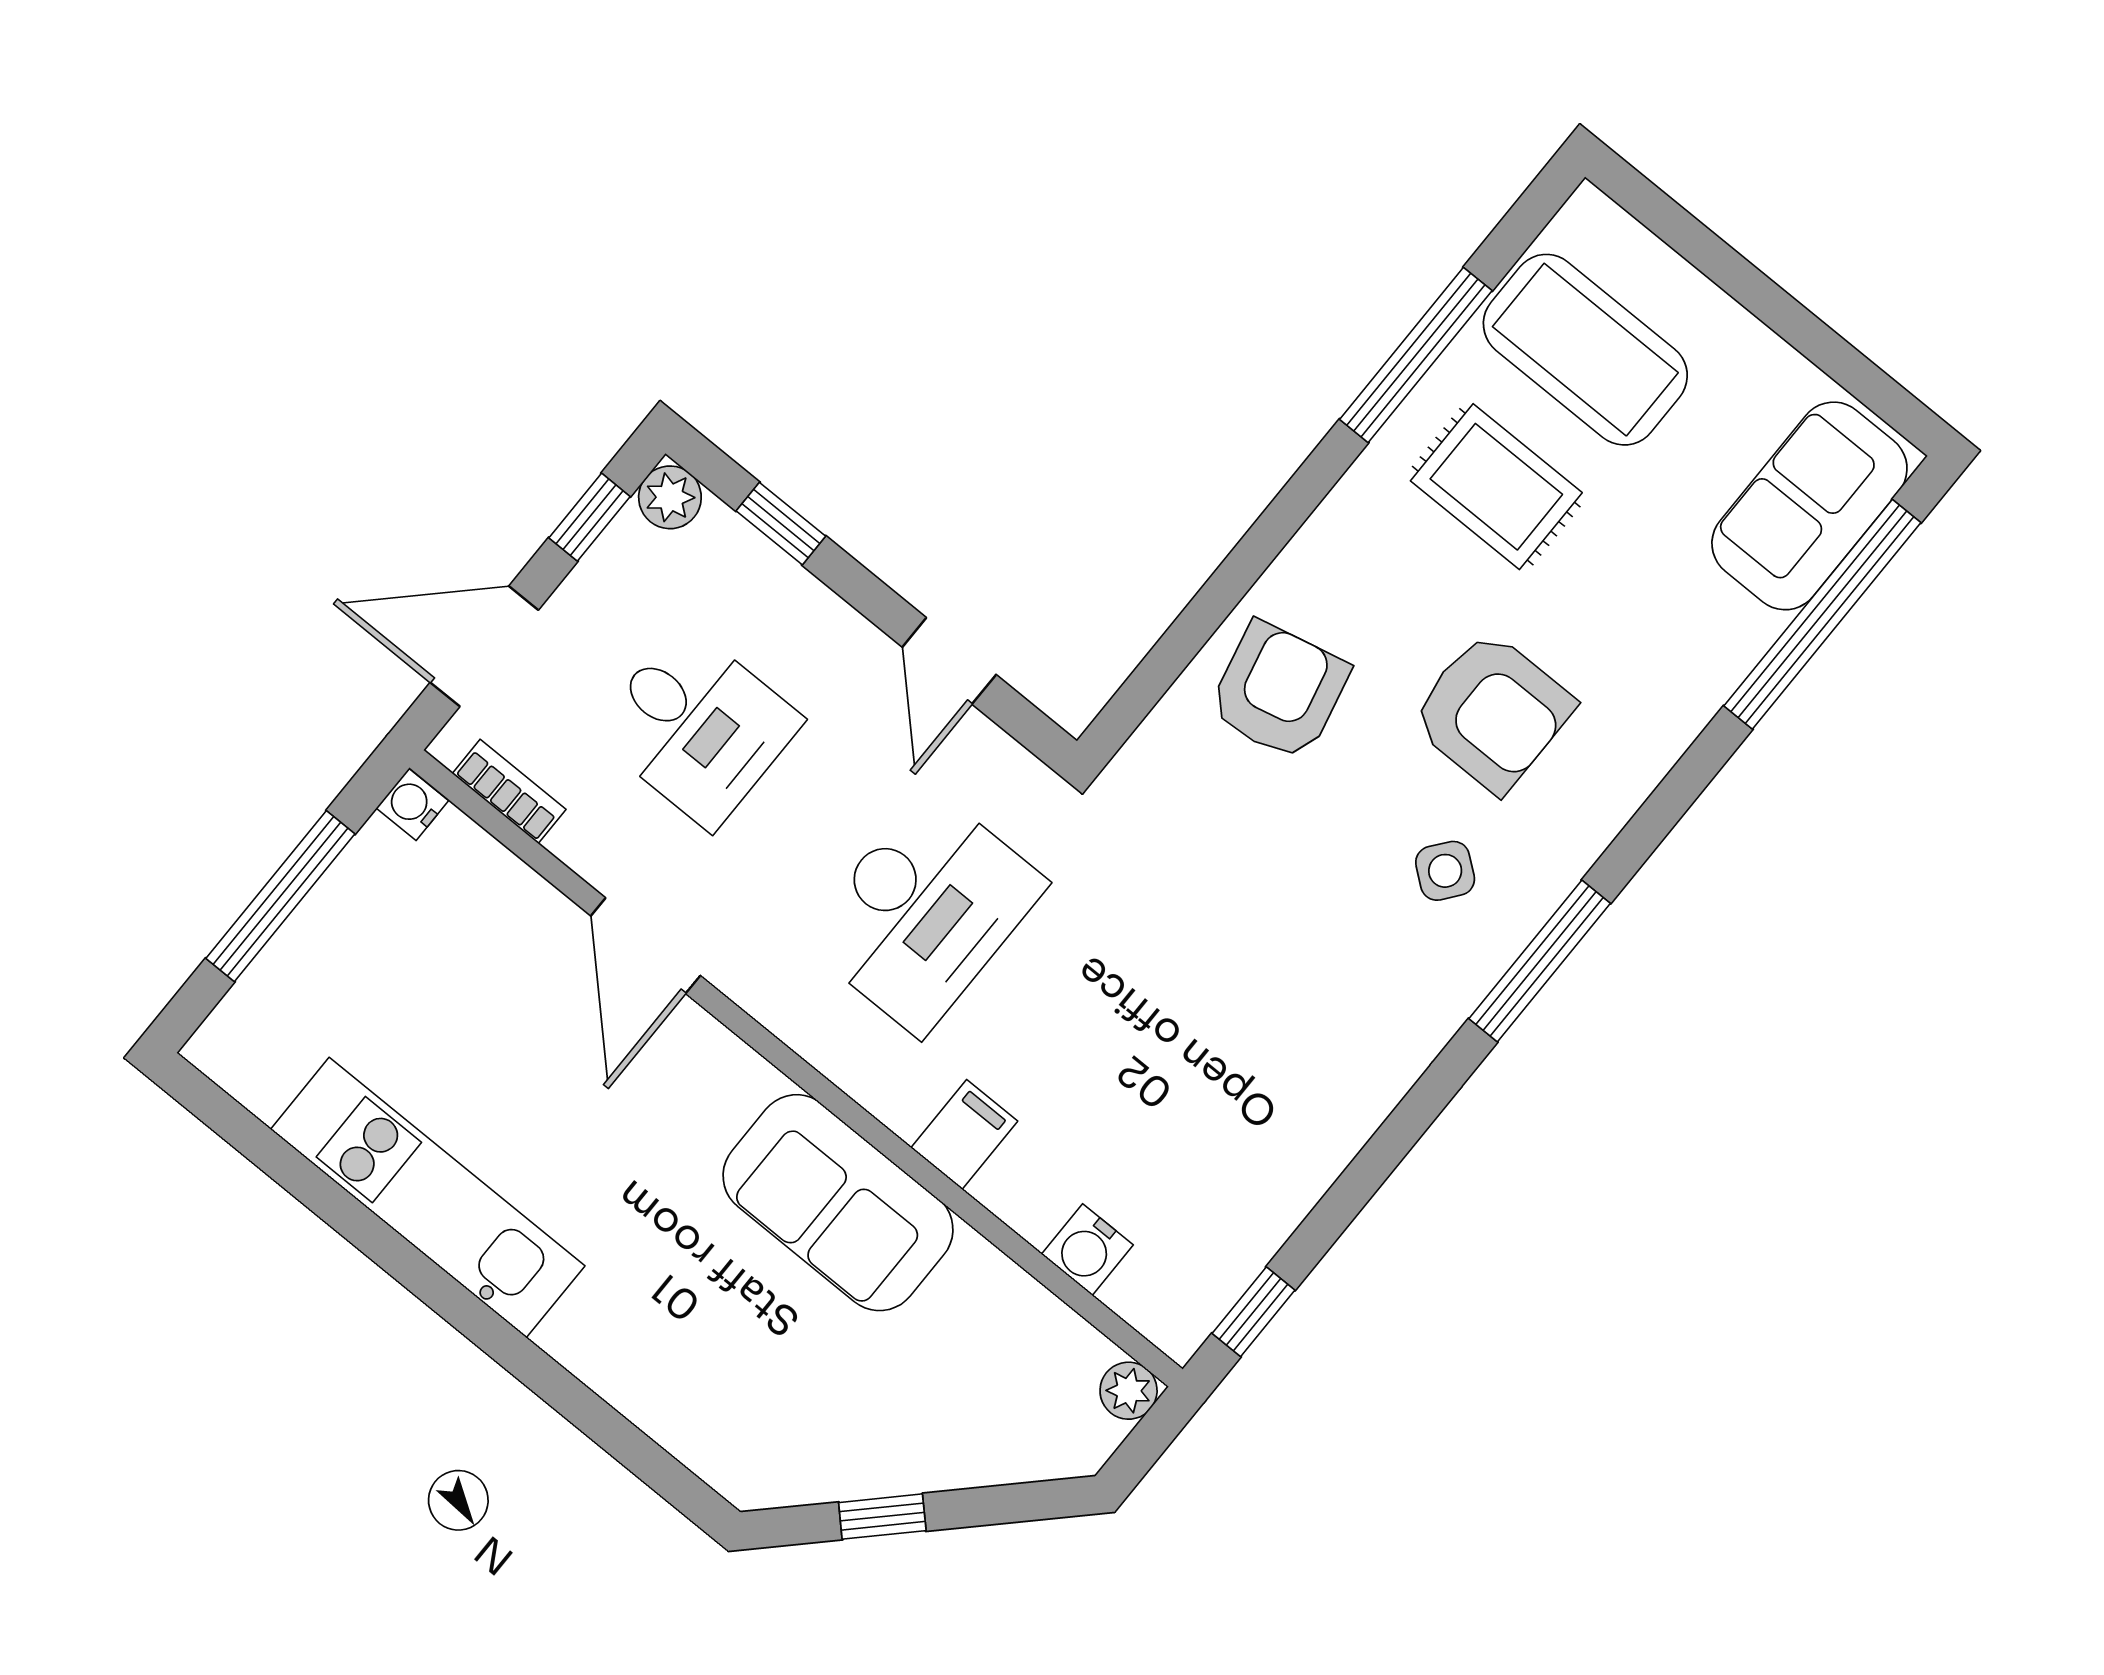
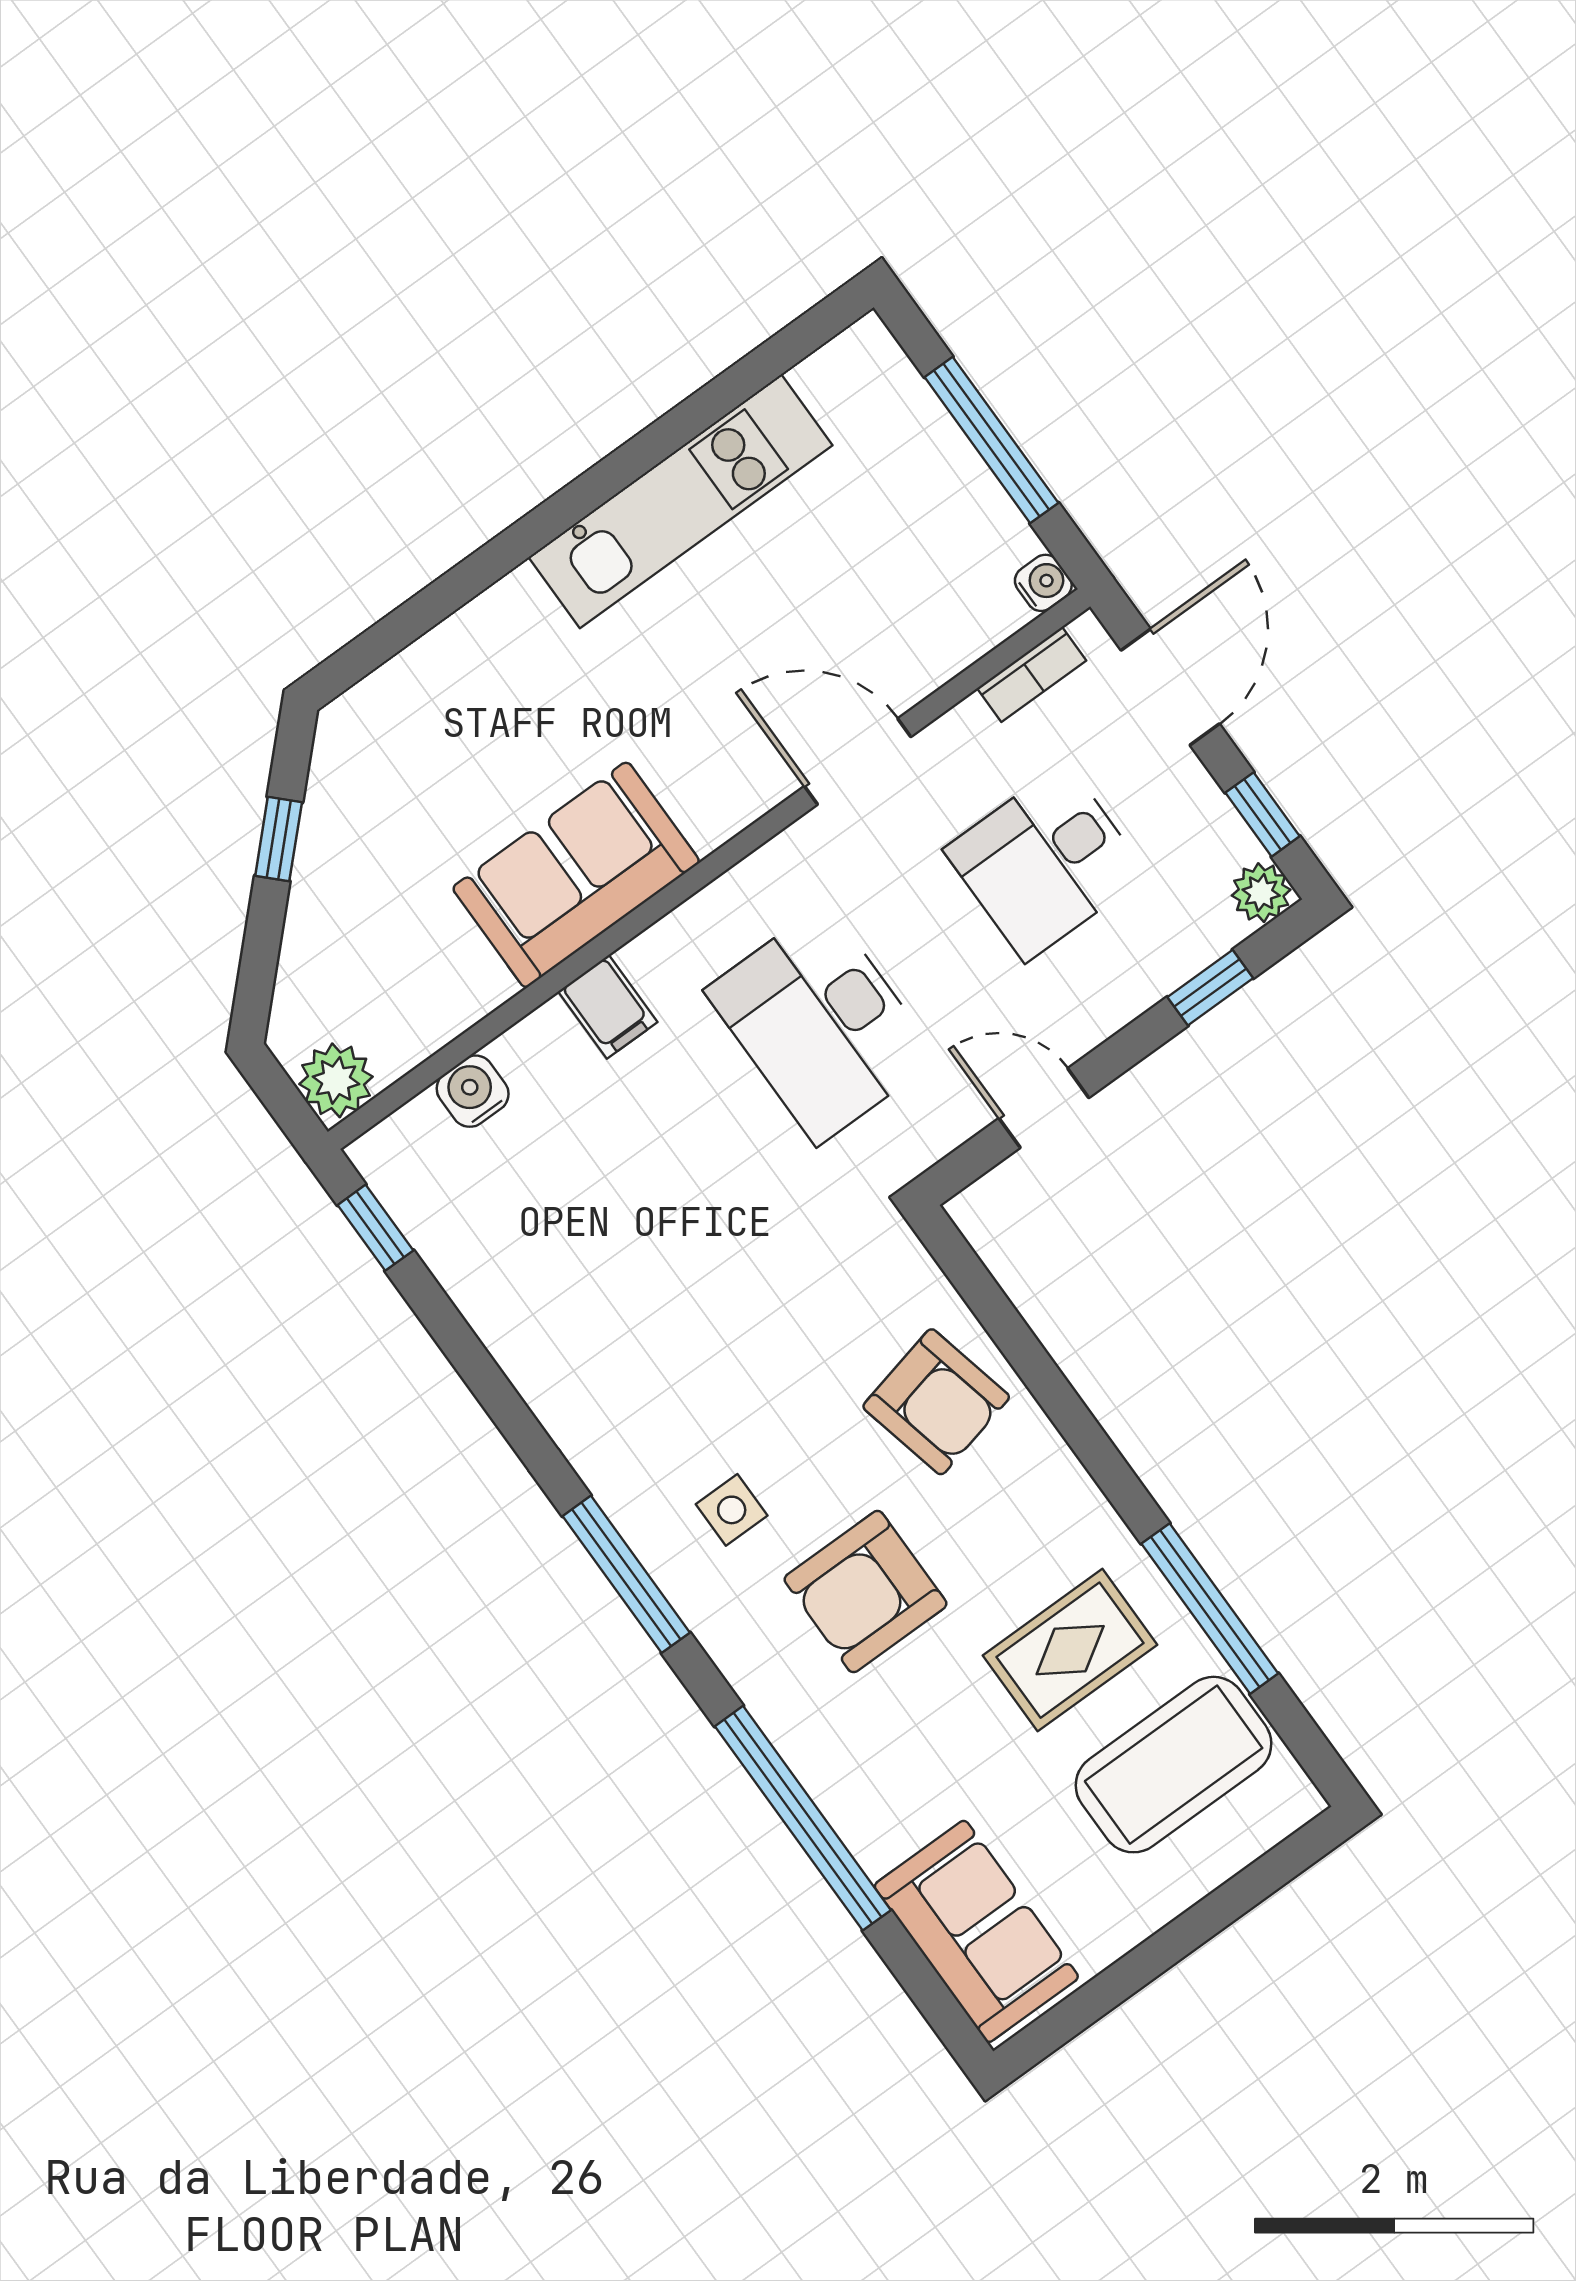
window: (1822, 614) -> (803, 1818), moved
side table: (1445, 871) -> (732, 1510), turned -38
plant: (1129, 1391) -> (336, 1080), width x1.38, depth x1.38

